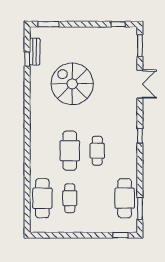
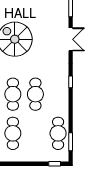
cafe table: (97, 151) -> (35, 94), width x1.37, depth x1.35
cafe table: (70, 198) -> (13, 133), width x1.37, depth x1.35

